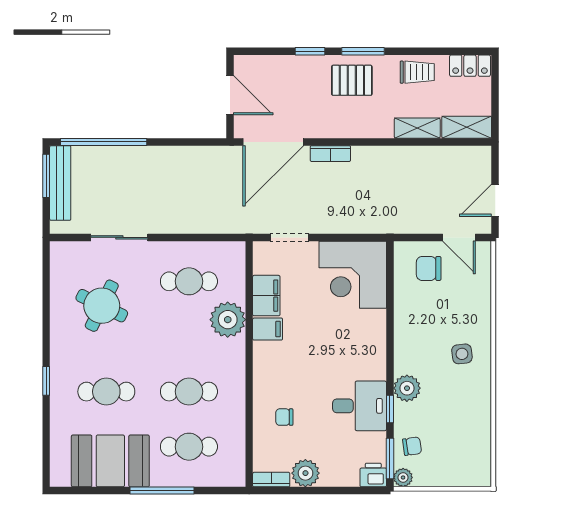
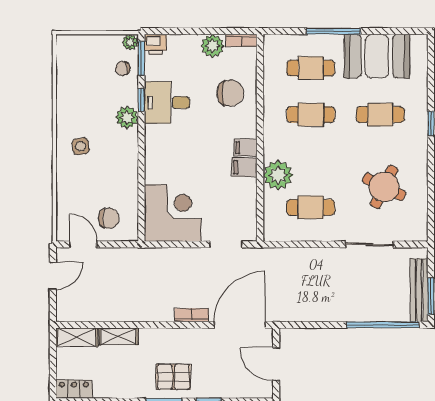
trolley: (417, 72) -> (118, 384), removed
filing cabinet: (266, 296) -> (246, 148), moved, width x0.50
chair: (284, 417) -> (230, 93), width x1.87, depth x1.87

